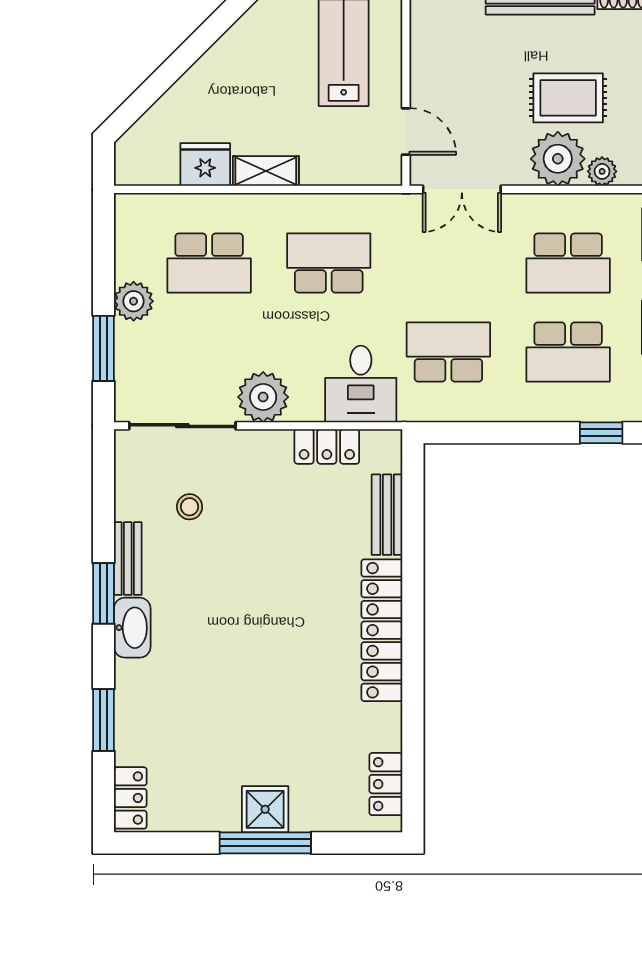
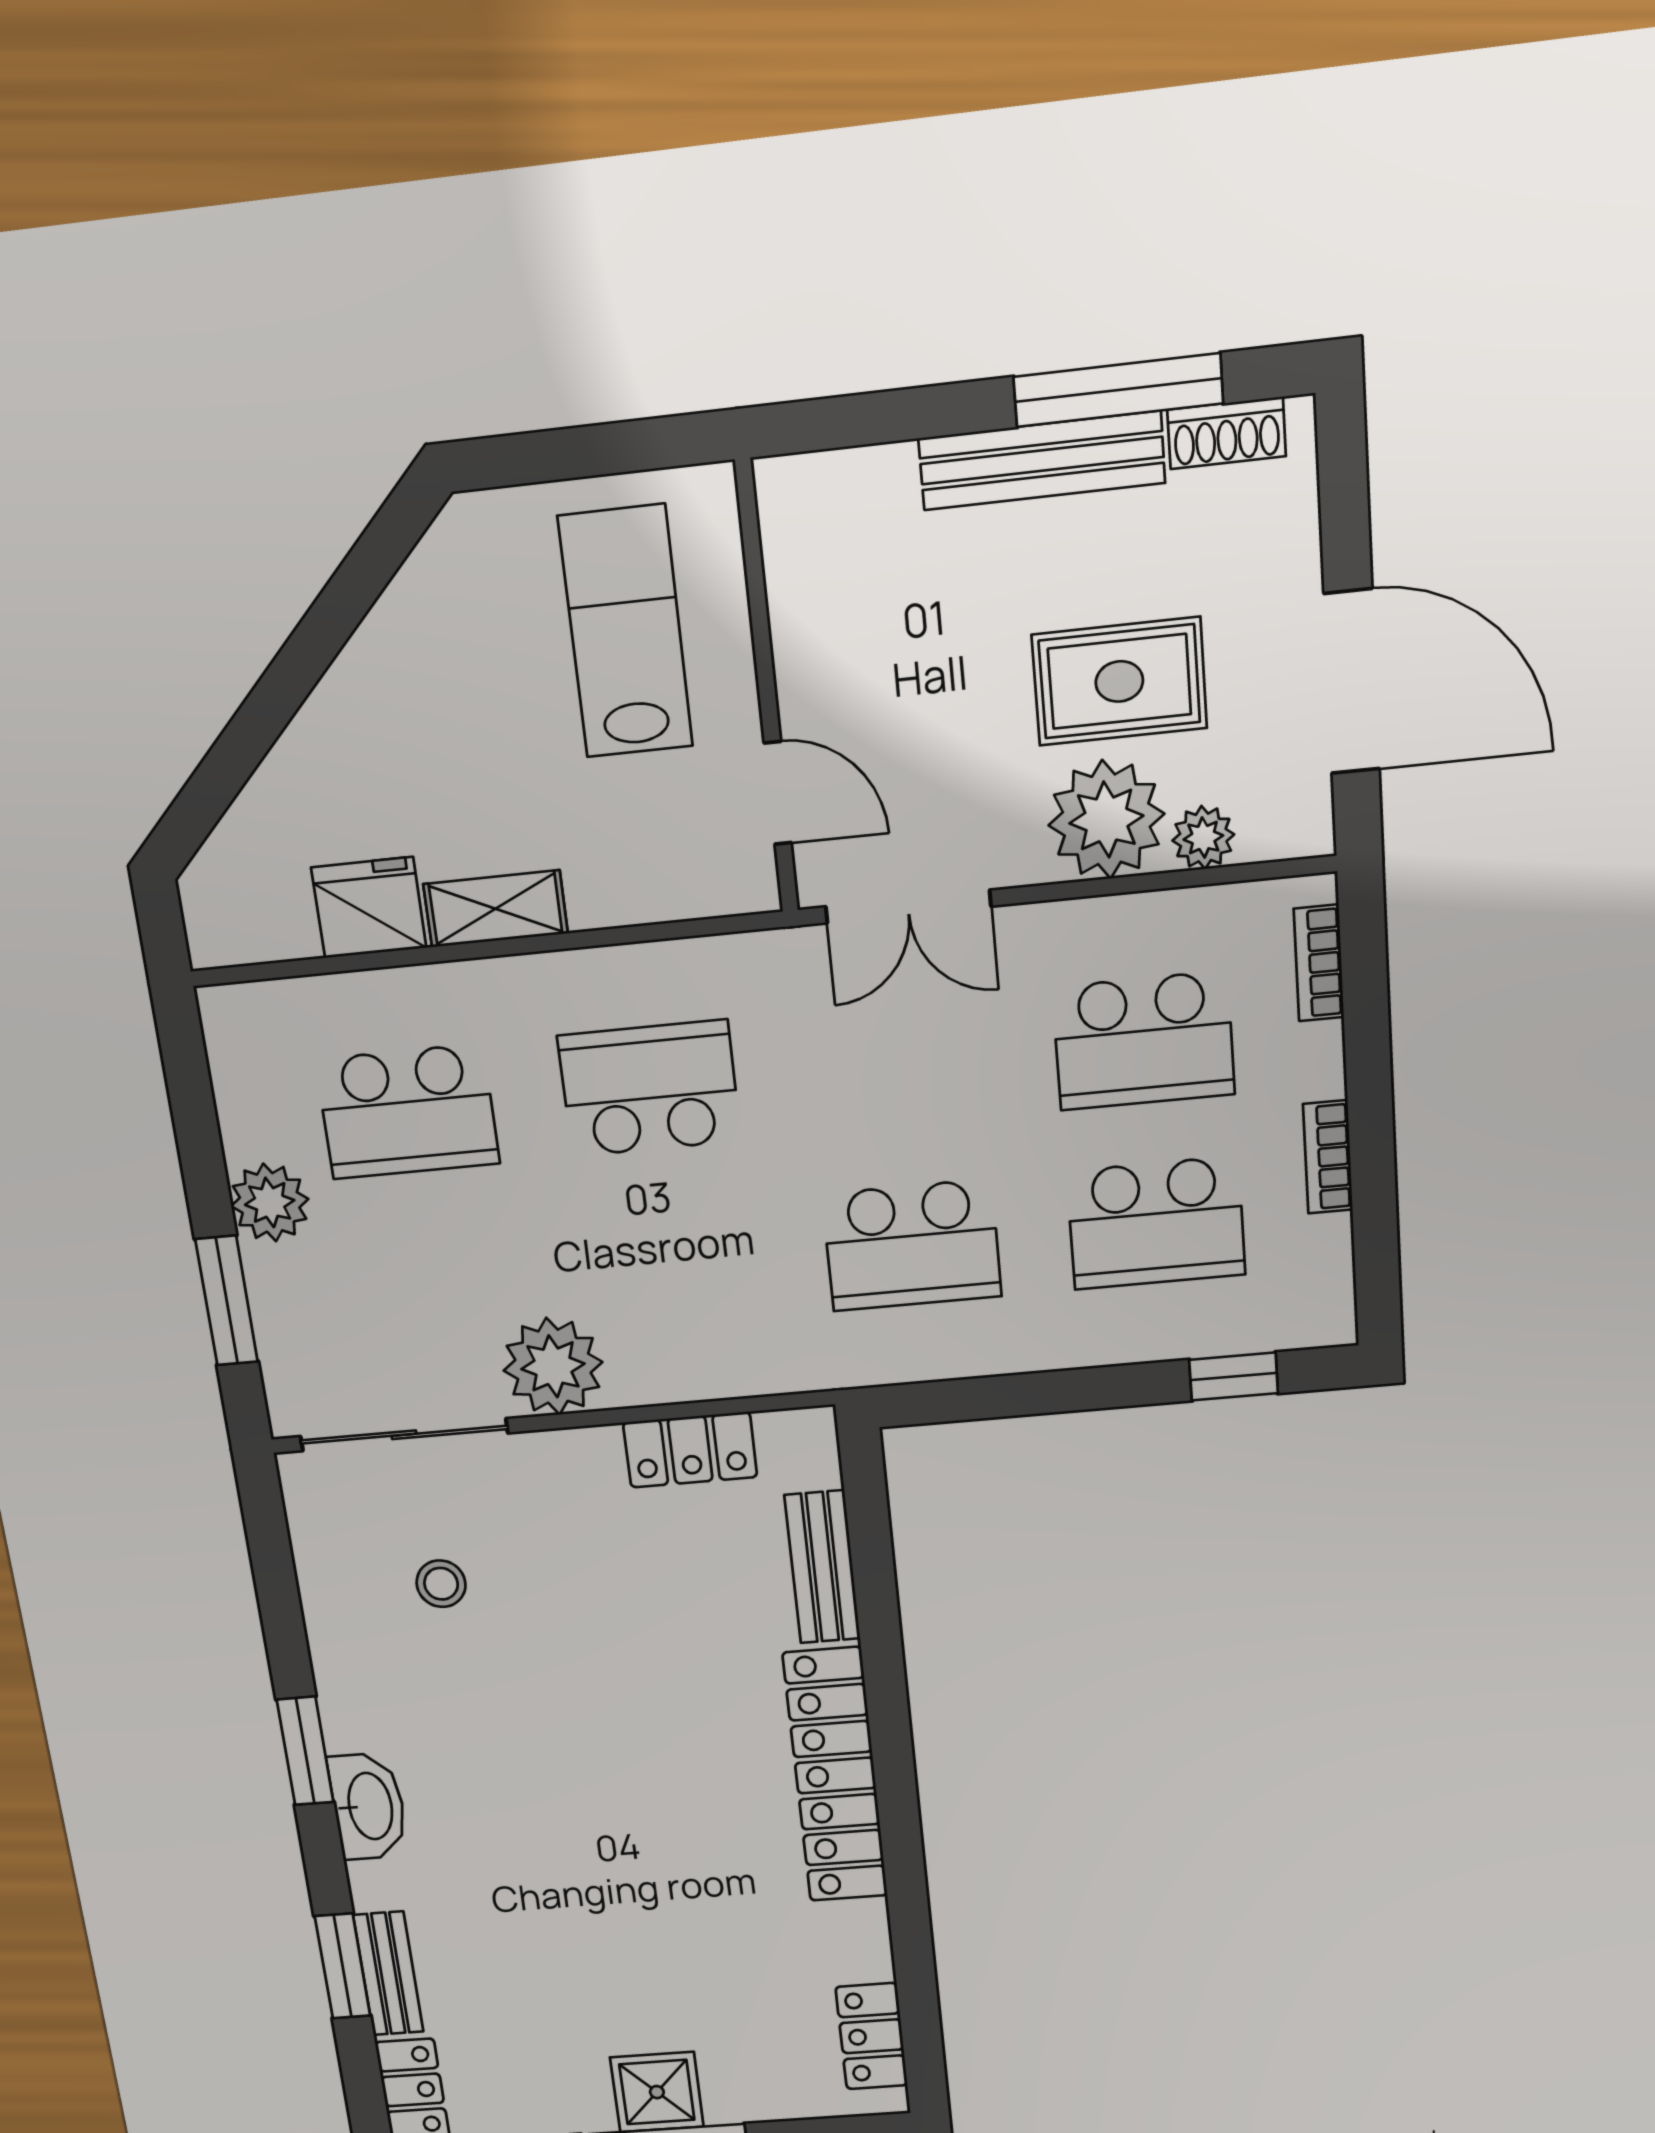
school desk: (448, 352) -> (912, 1245), turned 180
desk: (361, 384) -> (743, 1324), removed
bench: (128, 559) -> (388, 1974), moved

